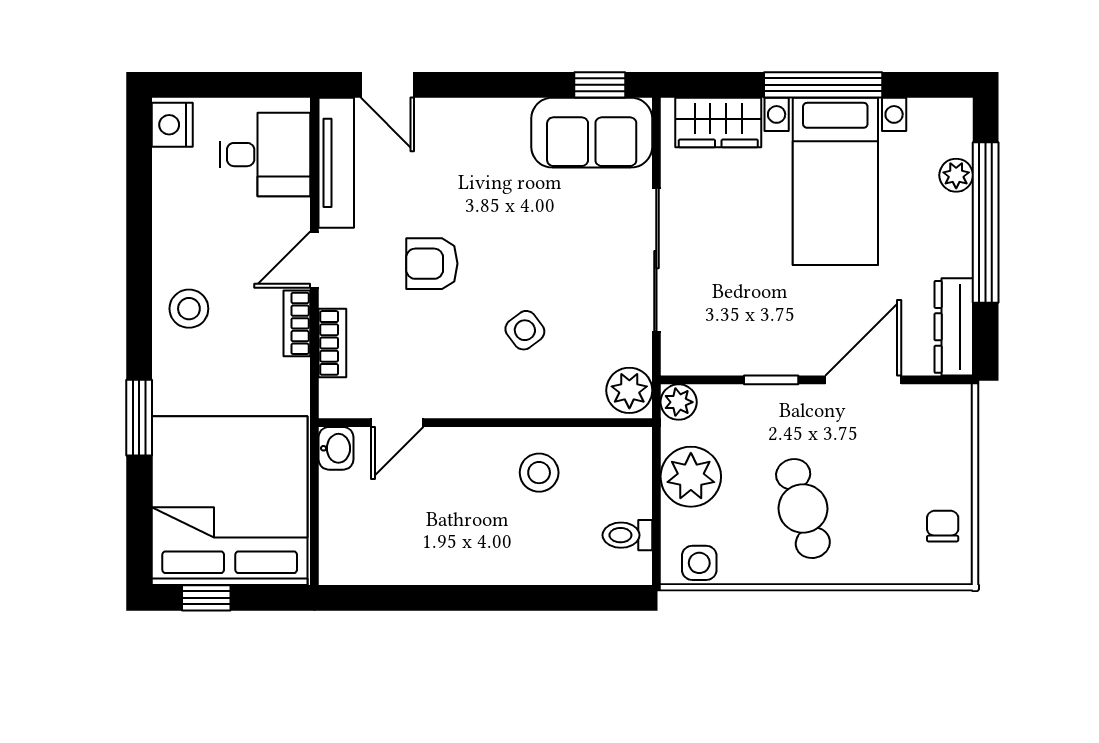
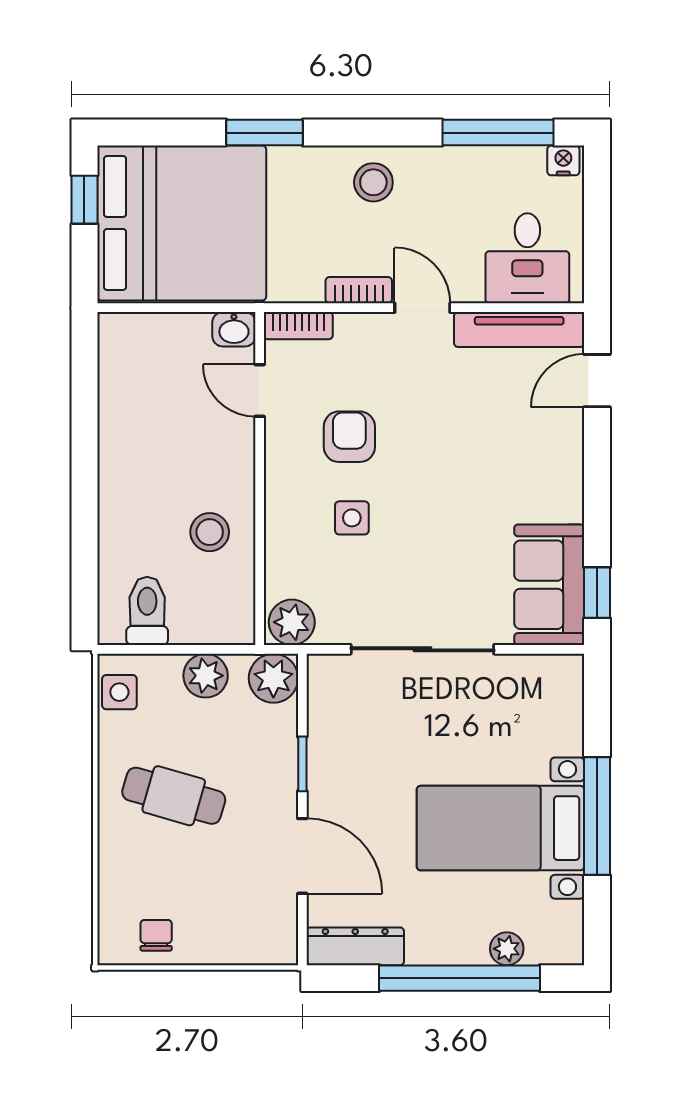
wardrobe: (718, 123) -> (559, 711), removed
nightstand: (172, 125) -> (563, 160), width x0.72, depth x0.74
window: (139, 184) -> (498, 133), added
armchair: (432, 264) -> (349, 437), moved
side table: (525, 330) -> (352, 518), turned 37
bookcase: (332, 343) -> (298, 326), moved
plant: (679, 402) -> (273, 678), width x1.38, depth x1.38
plant: (691, 477) -> (206, 676), width x0.73, depth x0.73
cafe table: (803, 509) -> (174, 796), turned 32
chair: (943, 526) -> (156, 935), turned -90
toilet: (627, 535) -> (147, 611), width x1.37, depth x1.39

